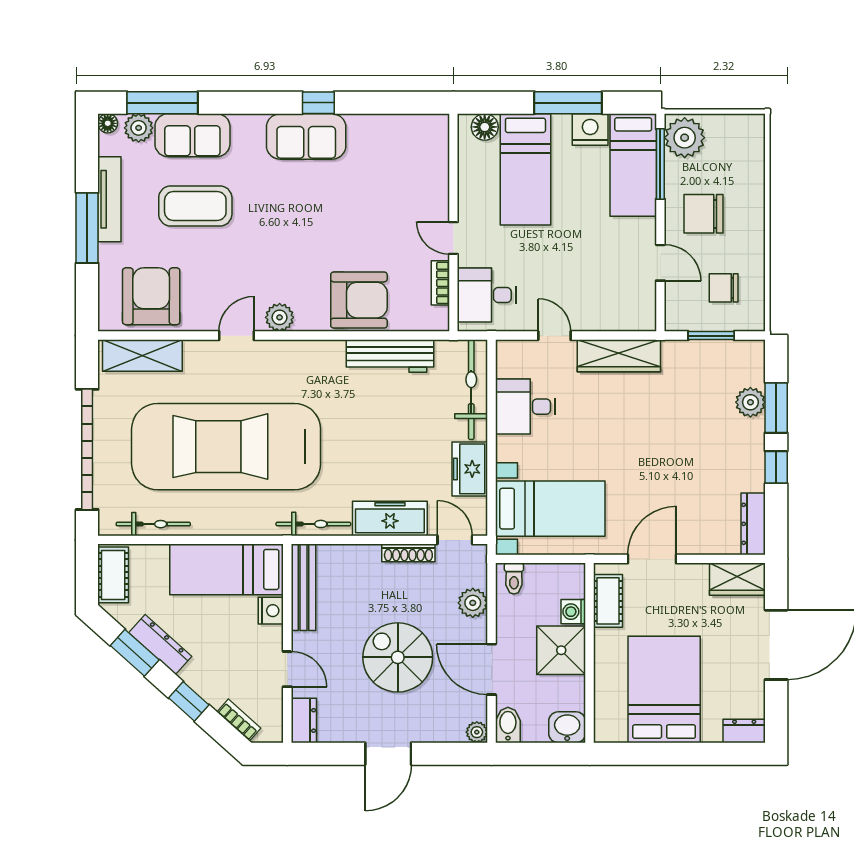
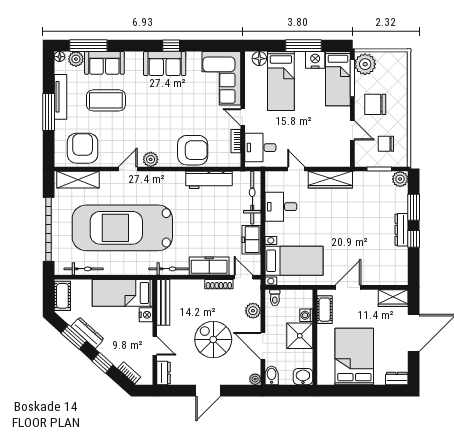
corner sofa: (413, 164) -> (221, 78), added
plant: (750, 402) -> (400, 179), moved
dresser: (753, 524) -> (402, 230), moved

